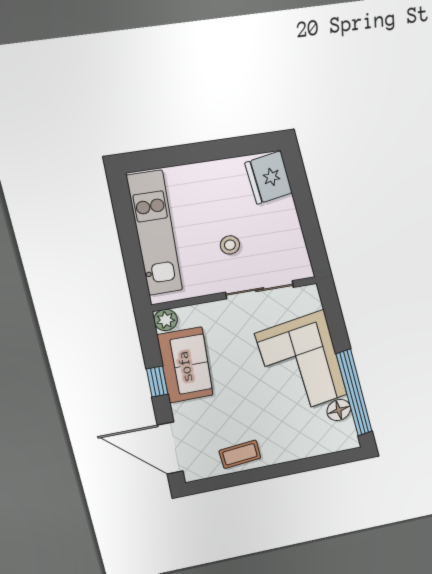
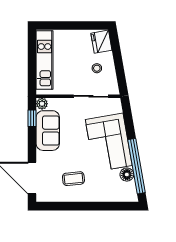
stool: (230, 245) -> (97, 68), moved
window: (157, 382) -> (32, 118), moved
coffee table: (240, 454) -> (73, 179), moved

